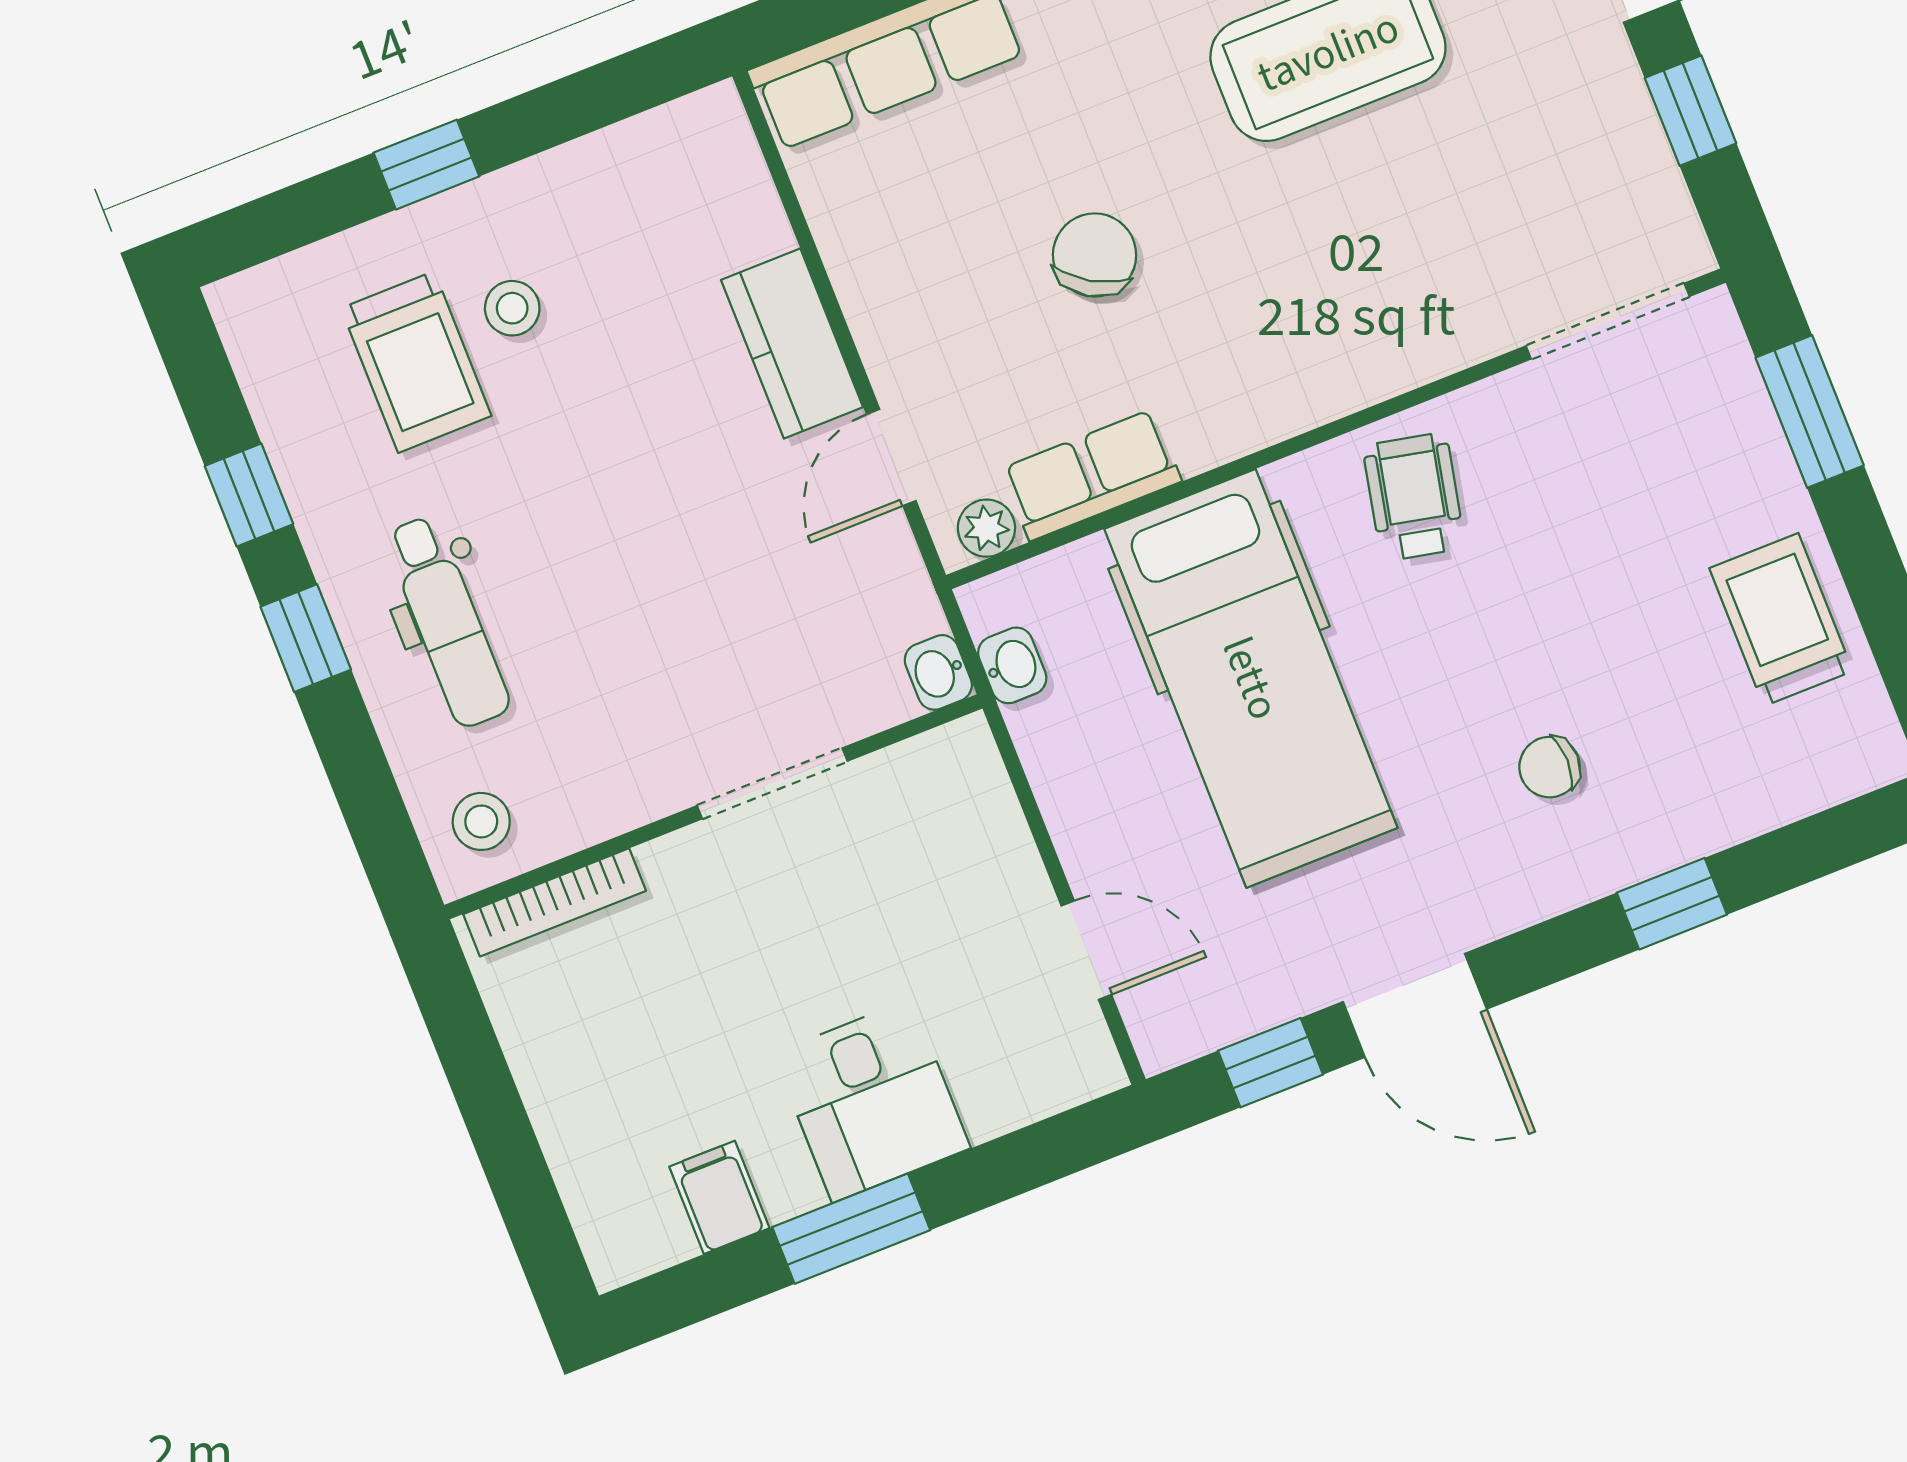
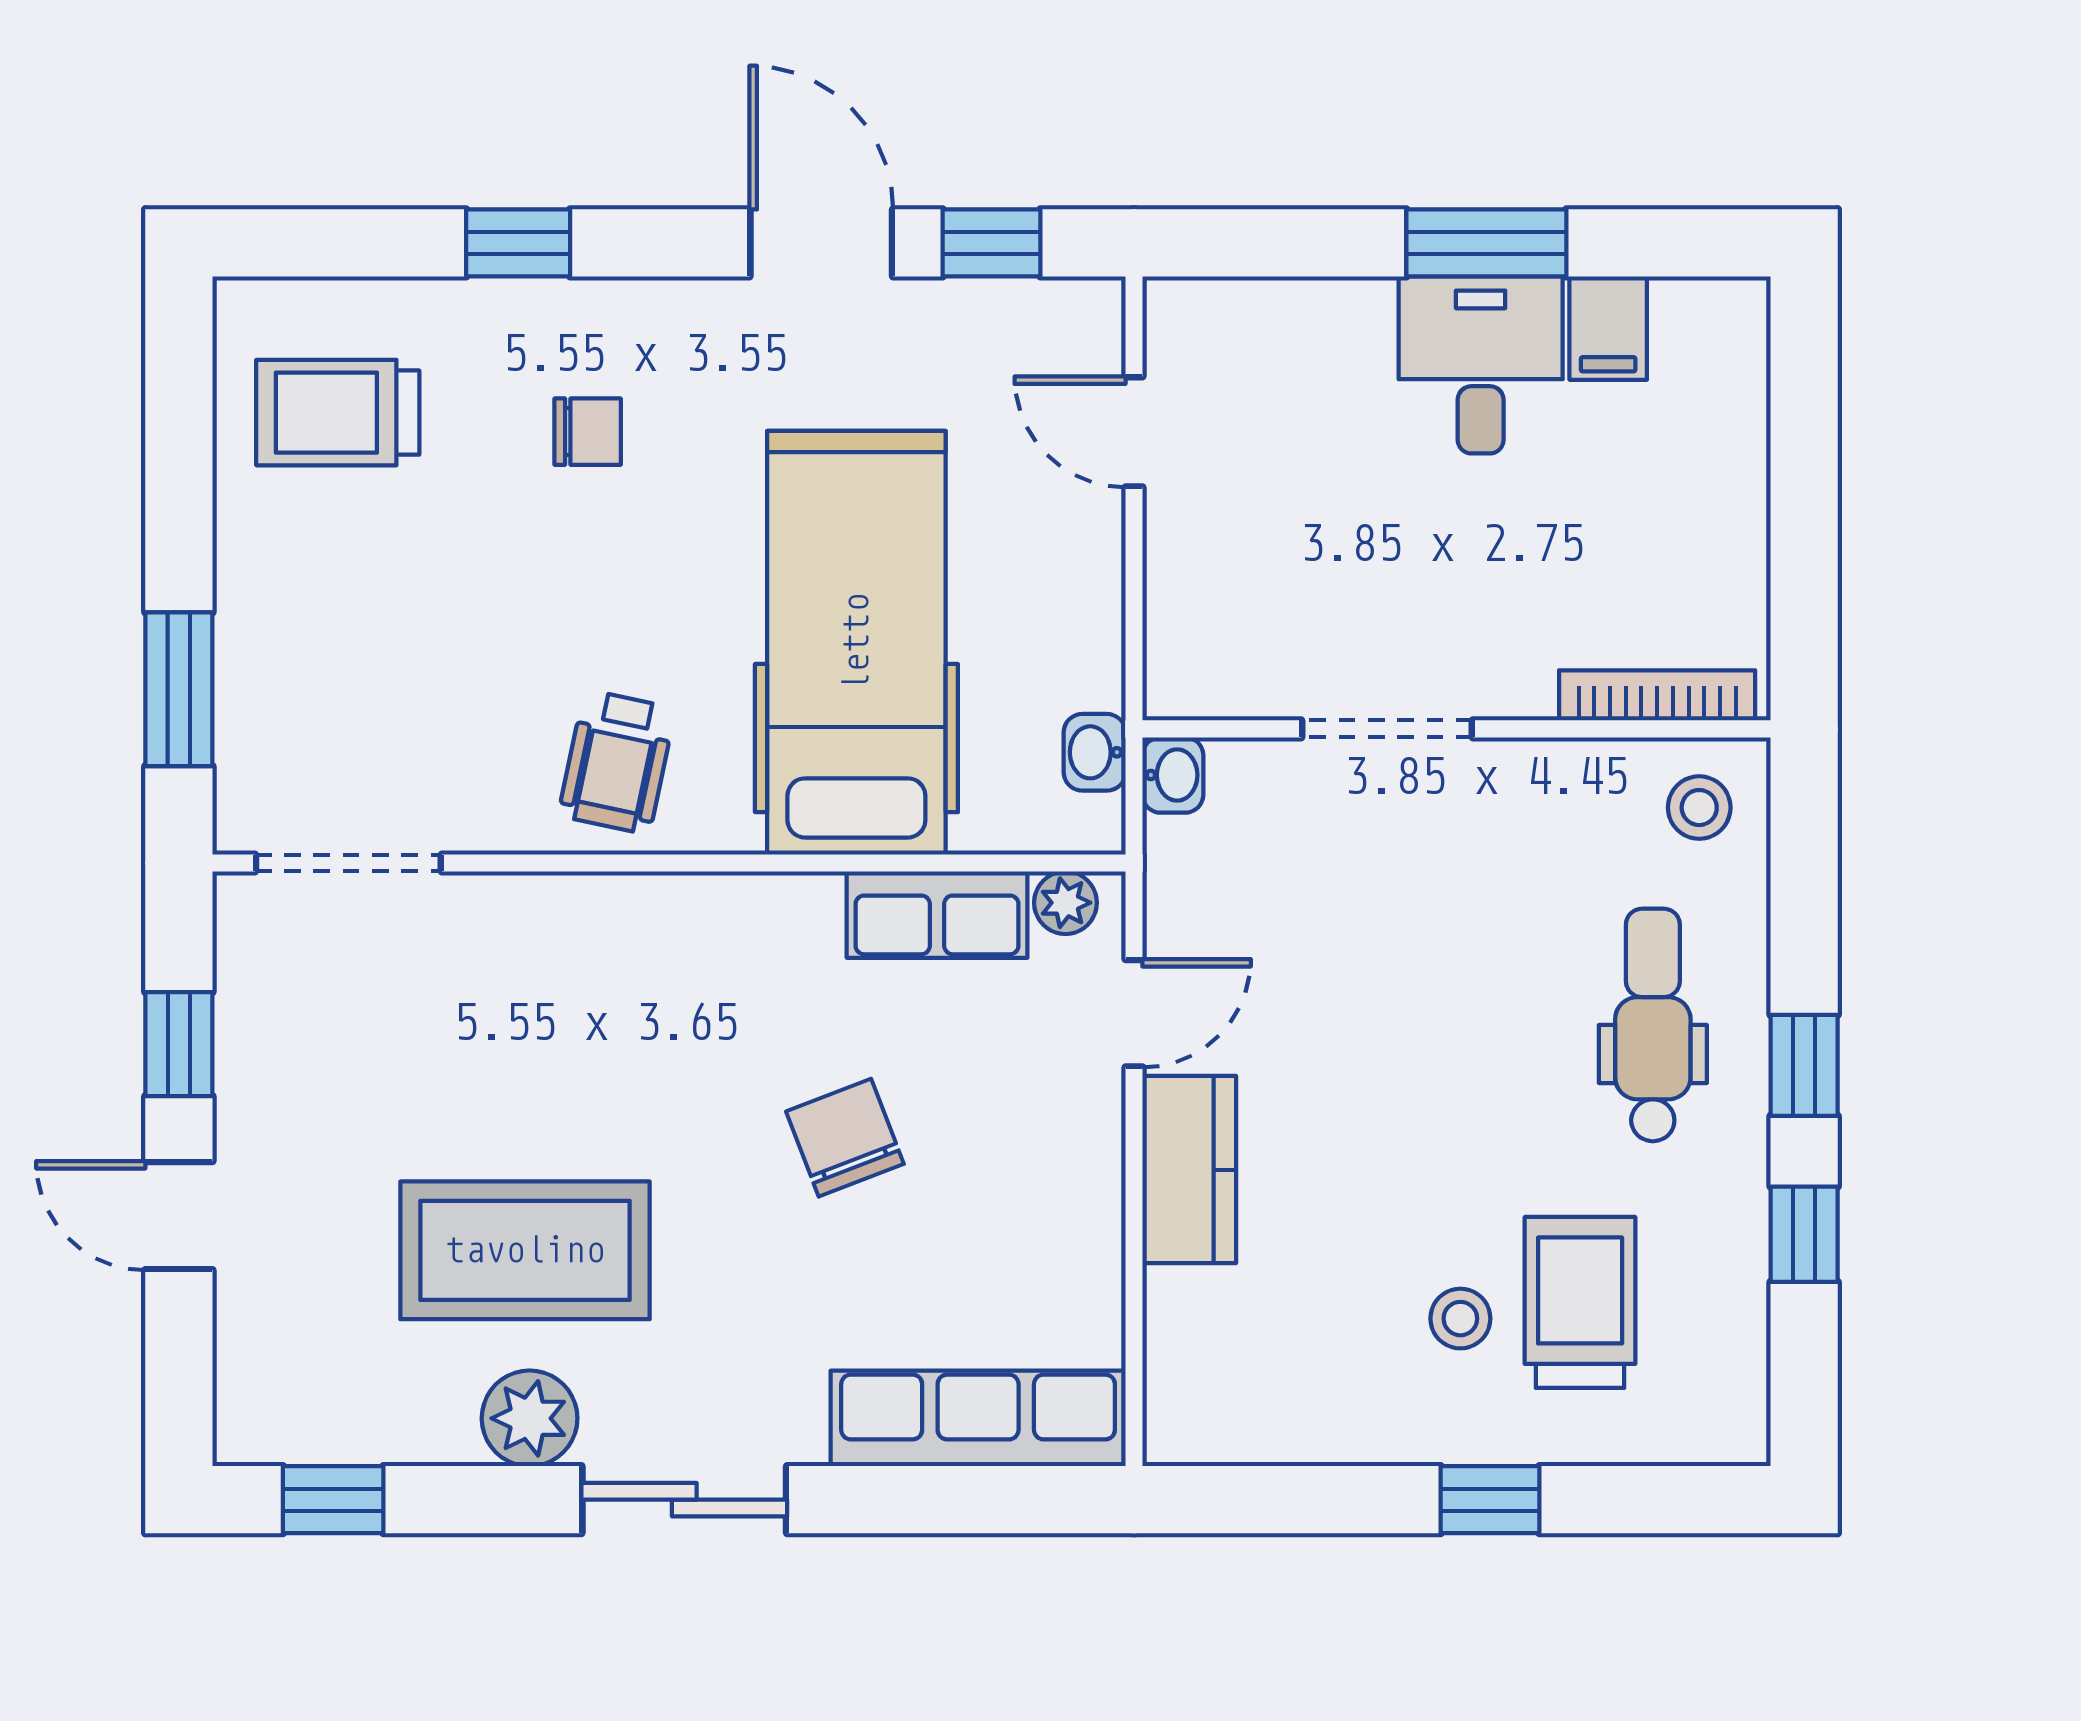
chair: (1095, 255) -> (845, 1138), turned 128
trolley: (1781, 620) -> (338, 413), moved, turned 90
desk: (872, 1101) -> (1481, 365), moved

